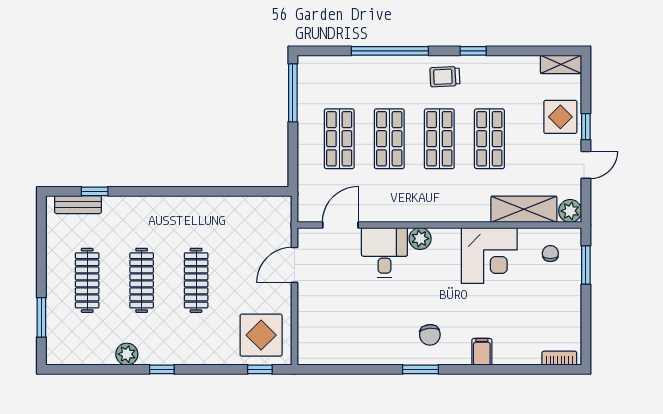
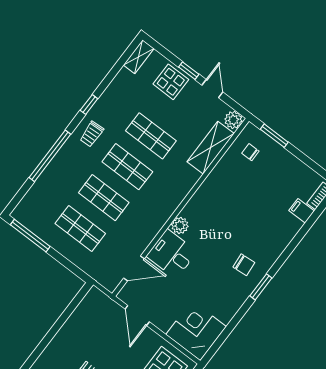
door: (340, 225) -> (134, 268), swing flipped
corner desk: (489, 255) -> (196, 331), moved, turned -90
filing cabinet: (482, 352) -> (302, 211), moved

